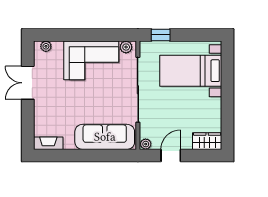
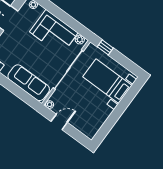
wardrobe: (207, 141) -> (87, 129), removed

